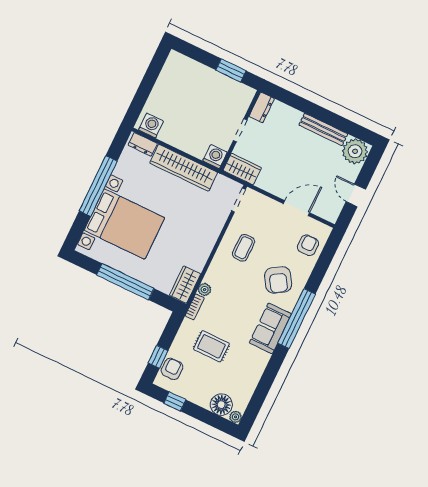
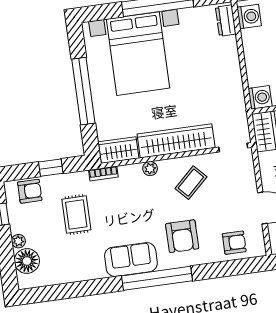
wardrobe: (184, 168) -> (176, 141), moved, turned 90
coffee table: (244, 248) -> (191, 183), turned -43
armchair: (278, 280) -> (182, 236), turned -58
plant: (205, 290) -> (150, 169), moved
window: (158, 357) -> (51, 168), moved
plant: (235, 417) -> (18, 241), moved

